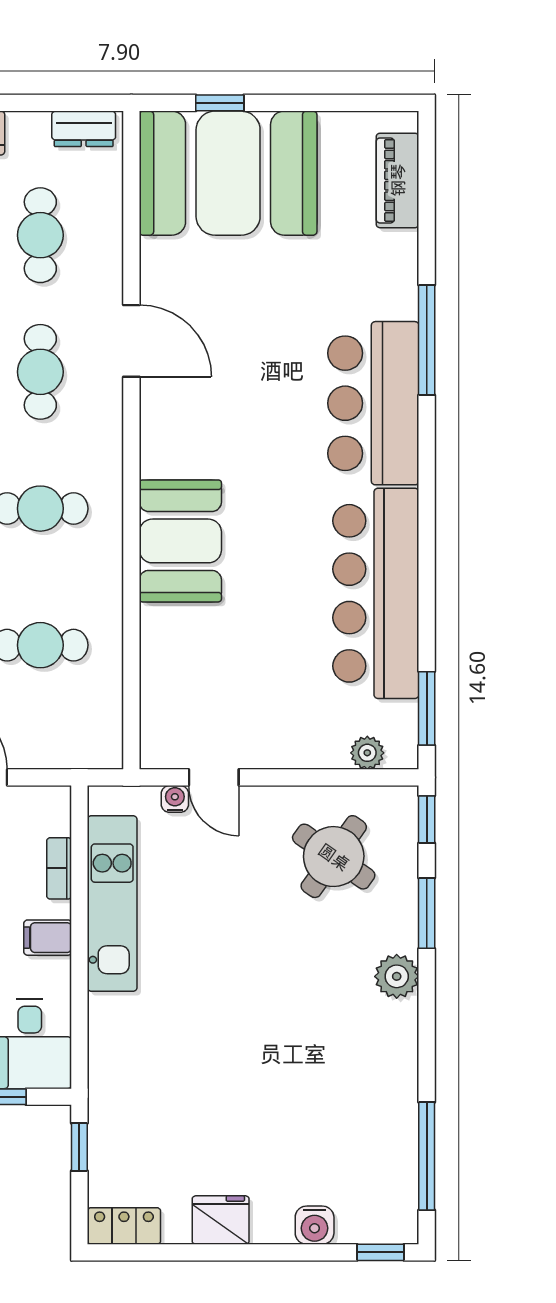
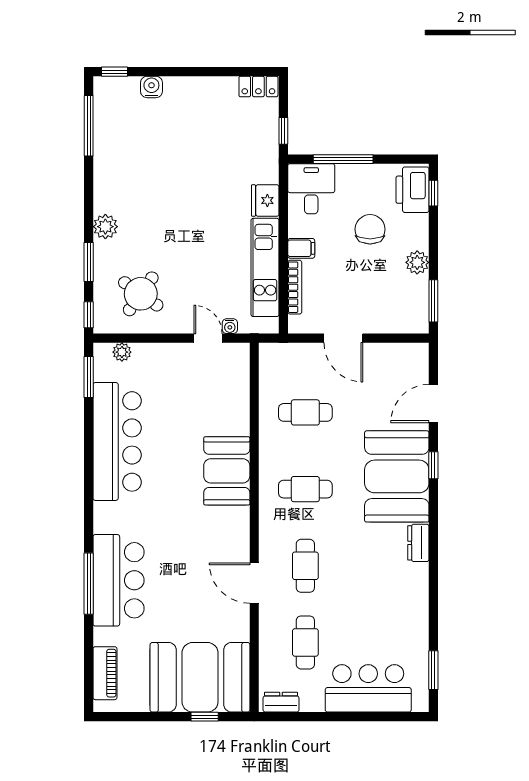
bar counter: (373, 403) -> (119, 580), moved
bookcase: (59, 868) -> (295, 287), width x1.56
fridge: (221, 1220) -> (265, 200), moved, turned 90

